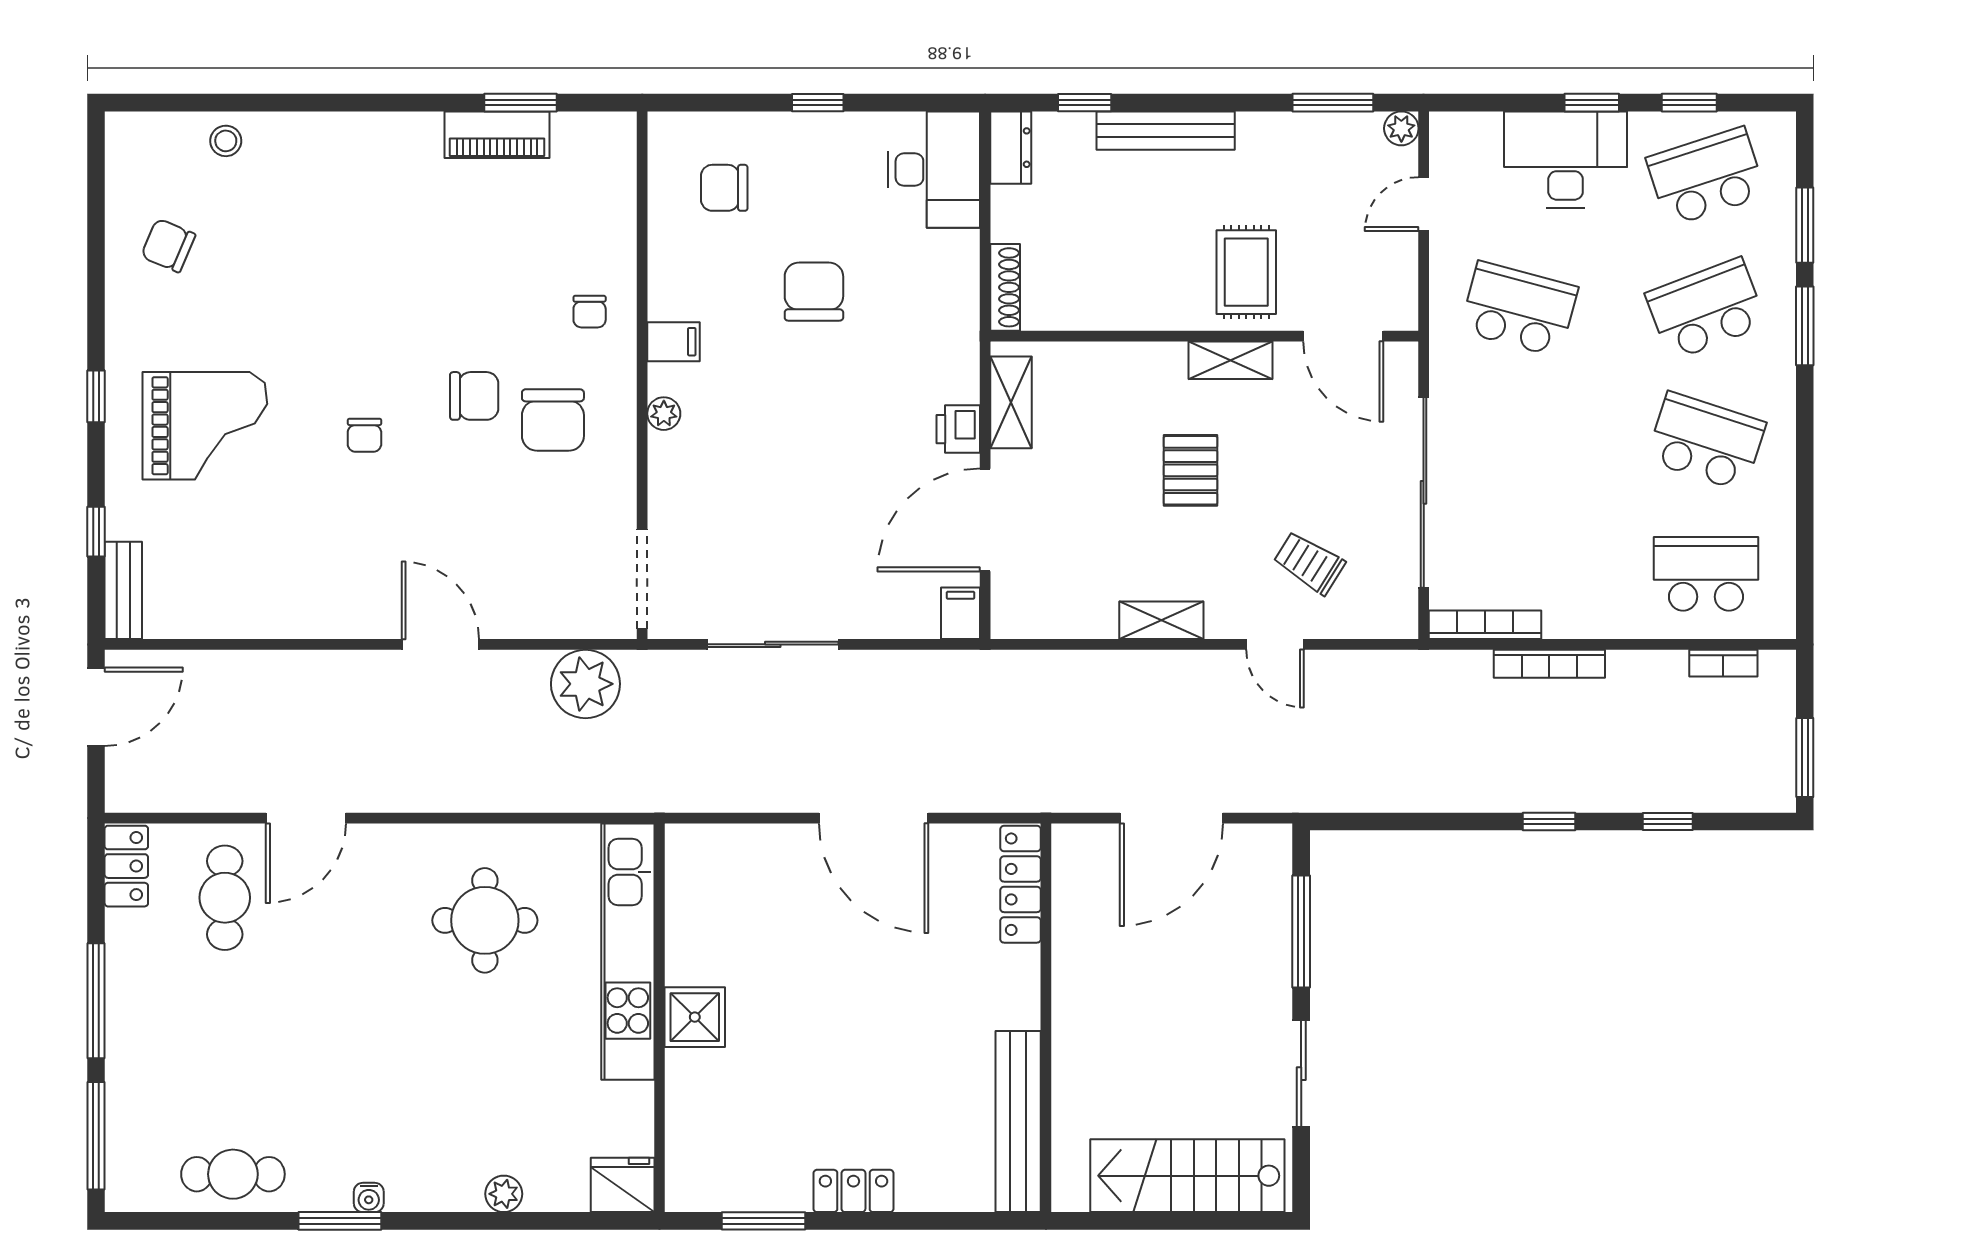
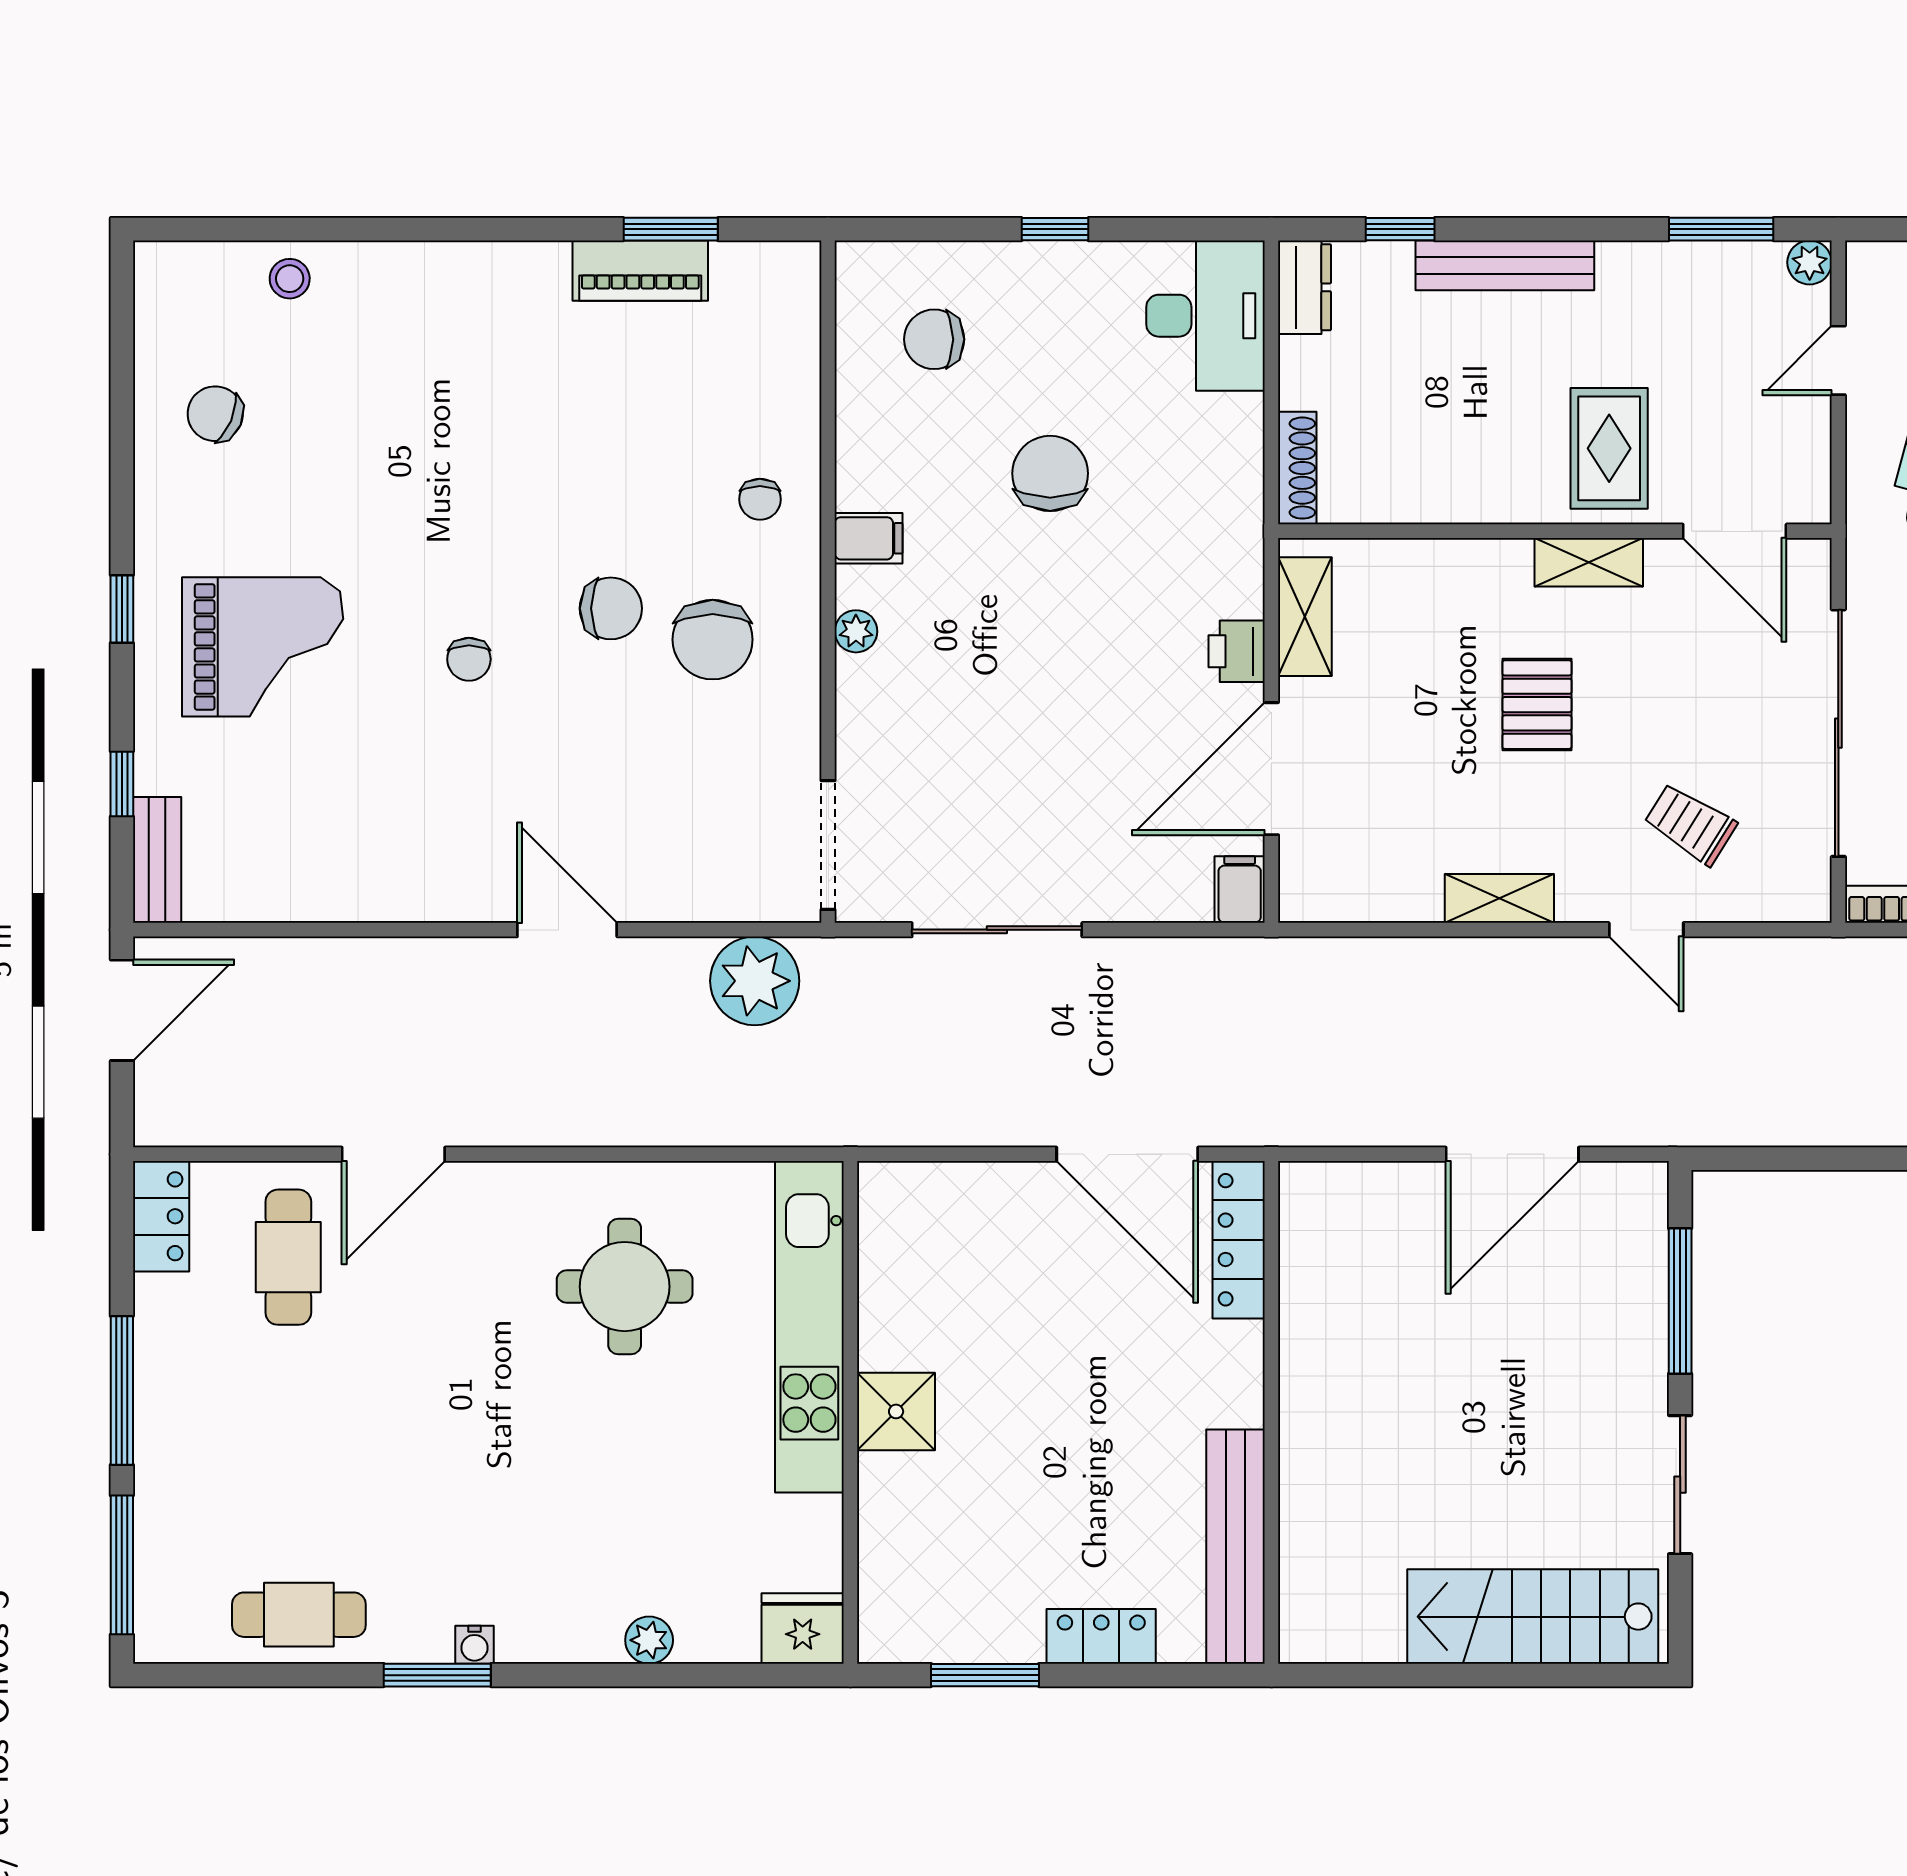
locker: (1021, 884) -> (1239, 1240), moved
wall: (1046, 1018) -> (1271, 1412), moved
bench: (1018, 1122) -> (1236, 1547), moved

